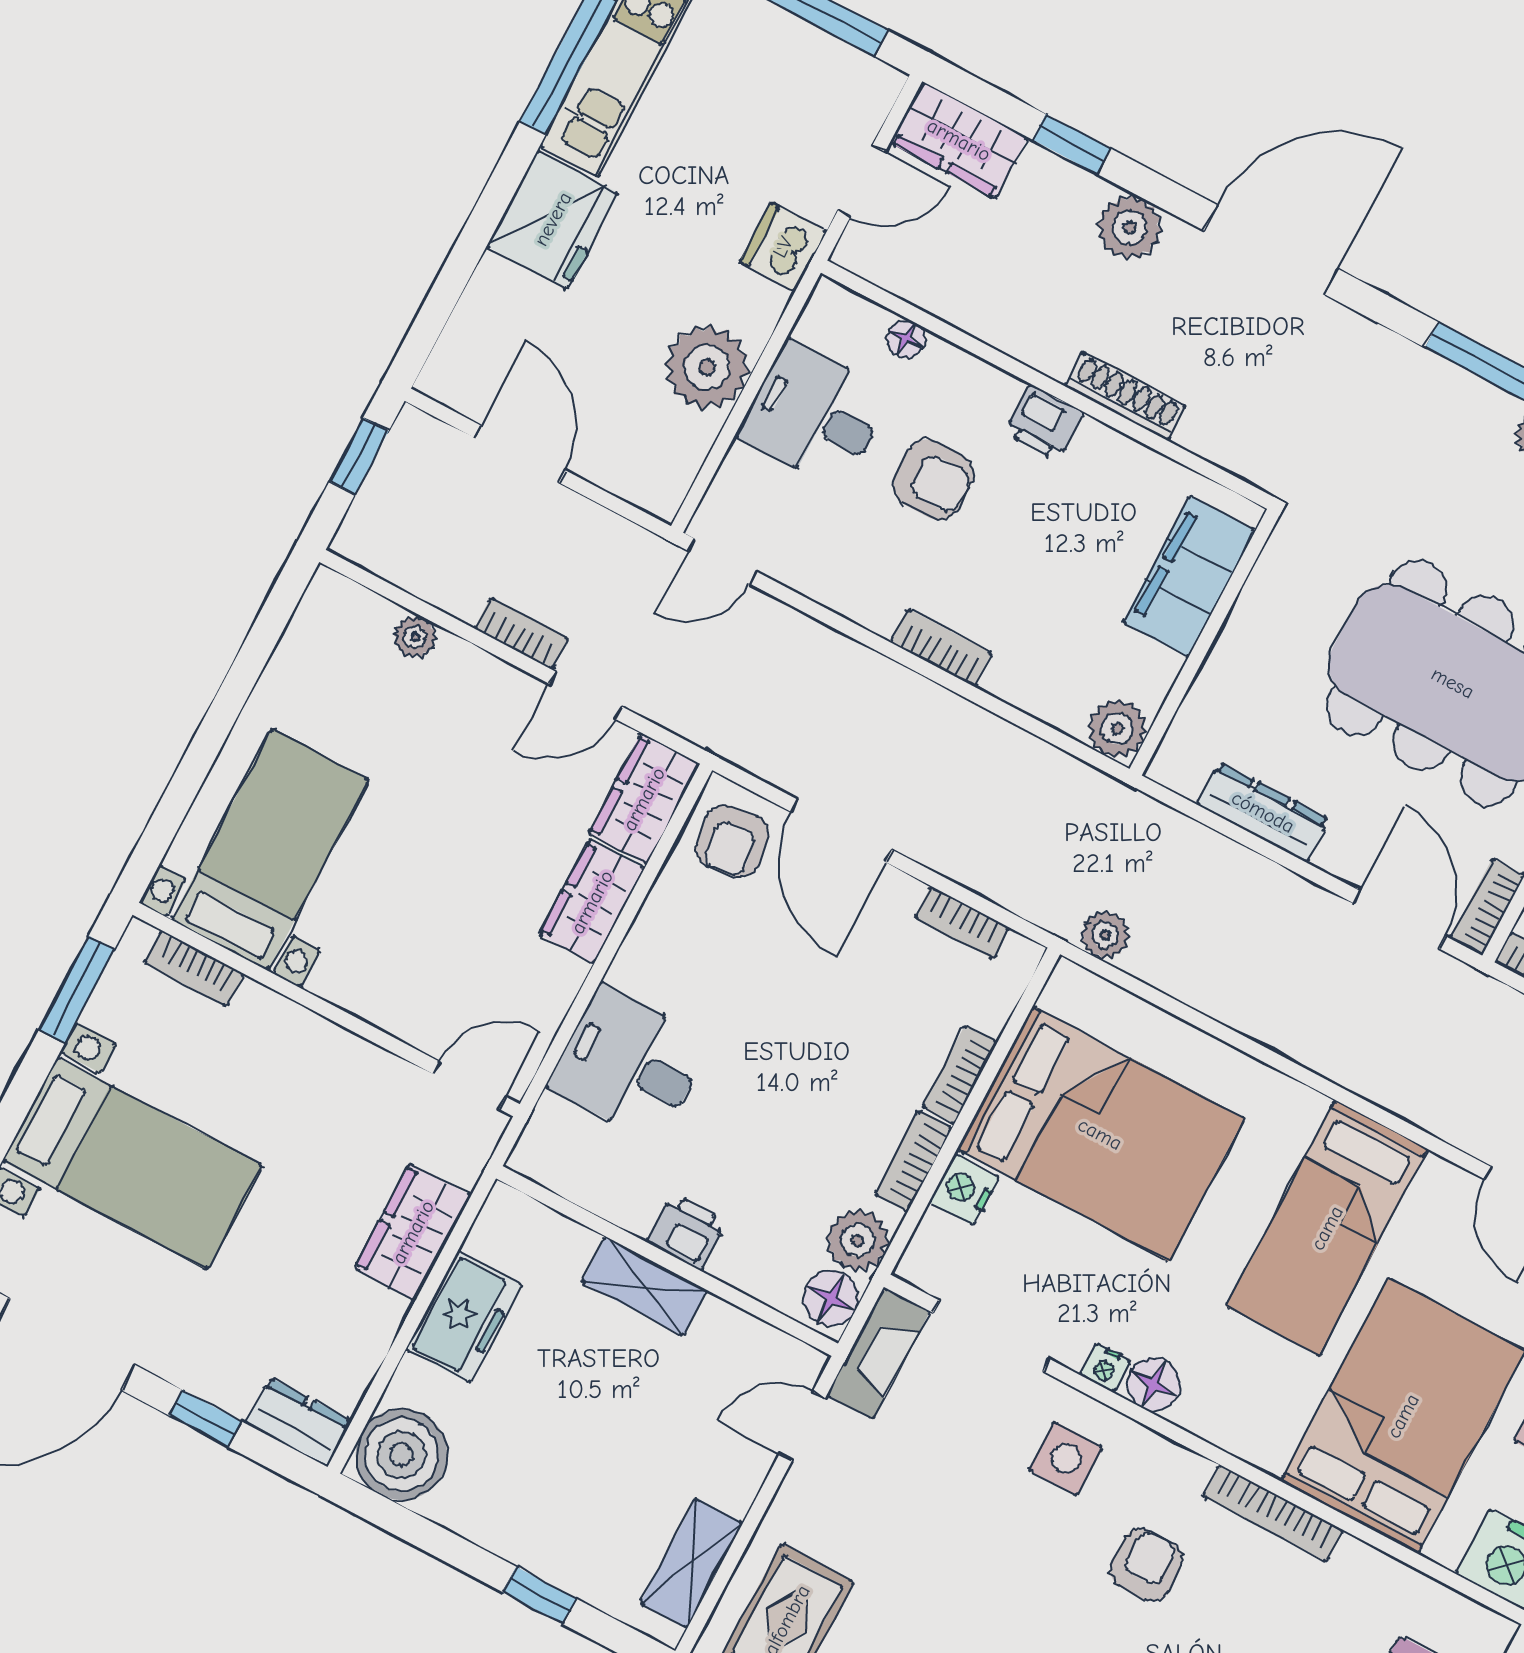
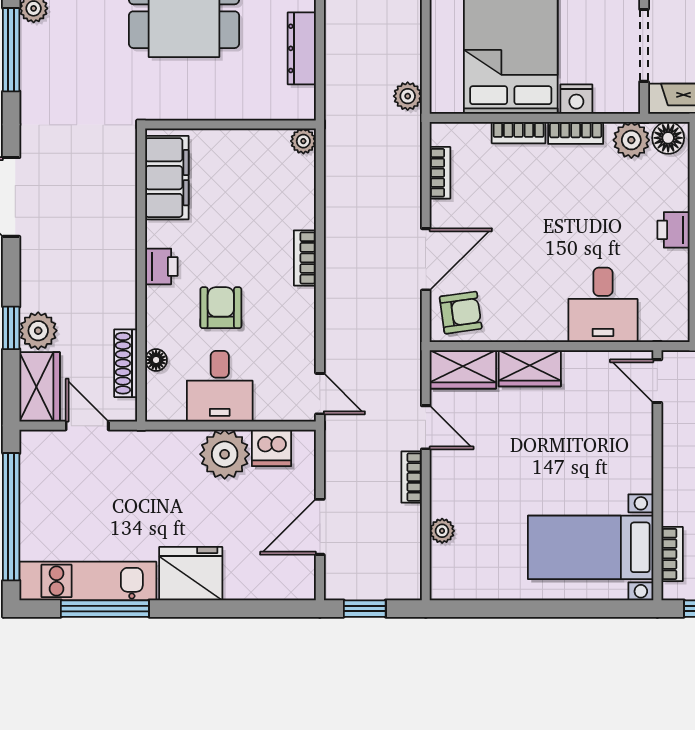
plant: (1129, 227) -> (38, 331), moved
dishwasher: (783, 247) -> (271, 448), moved
shoe rack: (1125, 396) -> (126, 363), moved
filing cabinet: (1189, 576) -> (167, 178), moved, turned -90
plant: (1117, 729) -> (303, 141), width x0.73, depth x0.73

